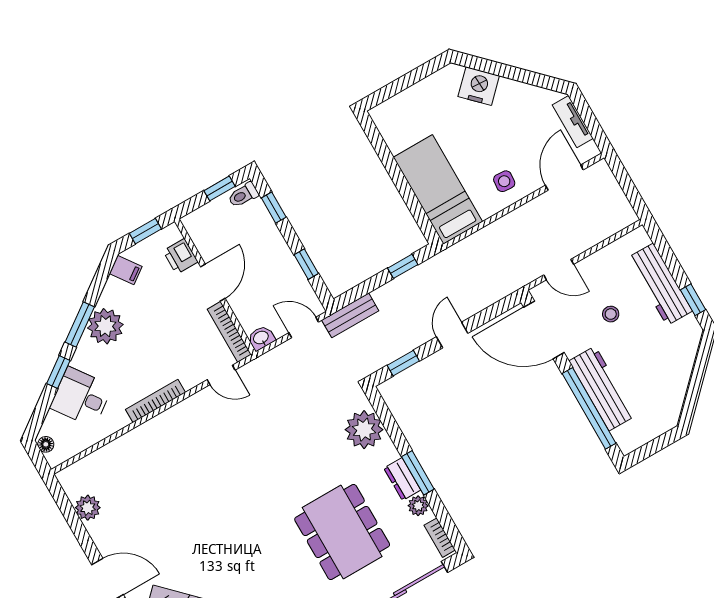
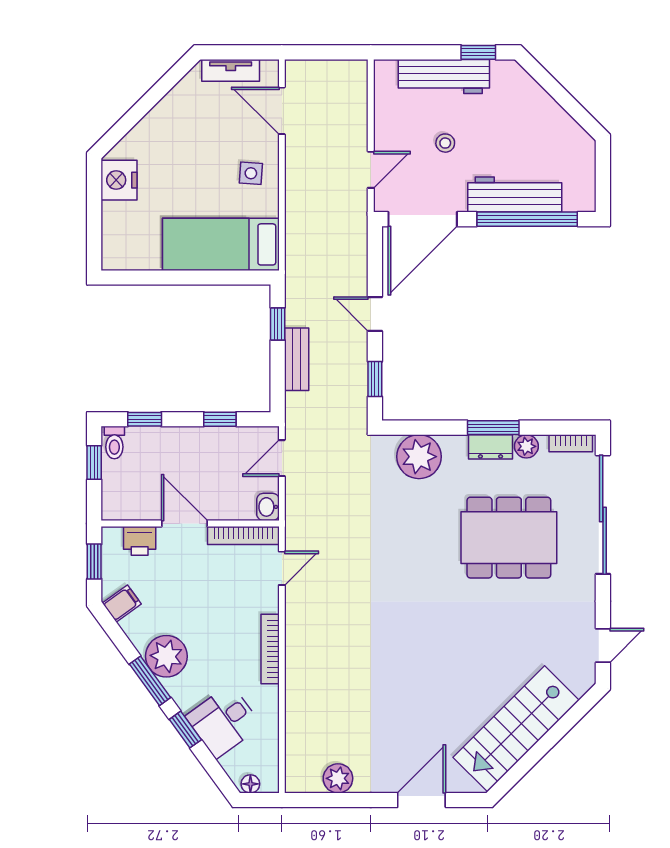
nightstand: (479, 86) -> (119, 180), moved, turned -45
bench: (350, 315) -> (297, 359), moved

